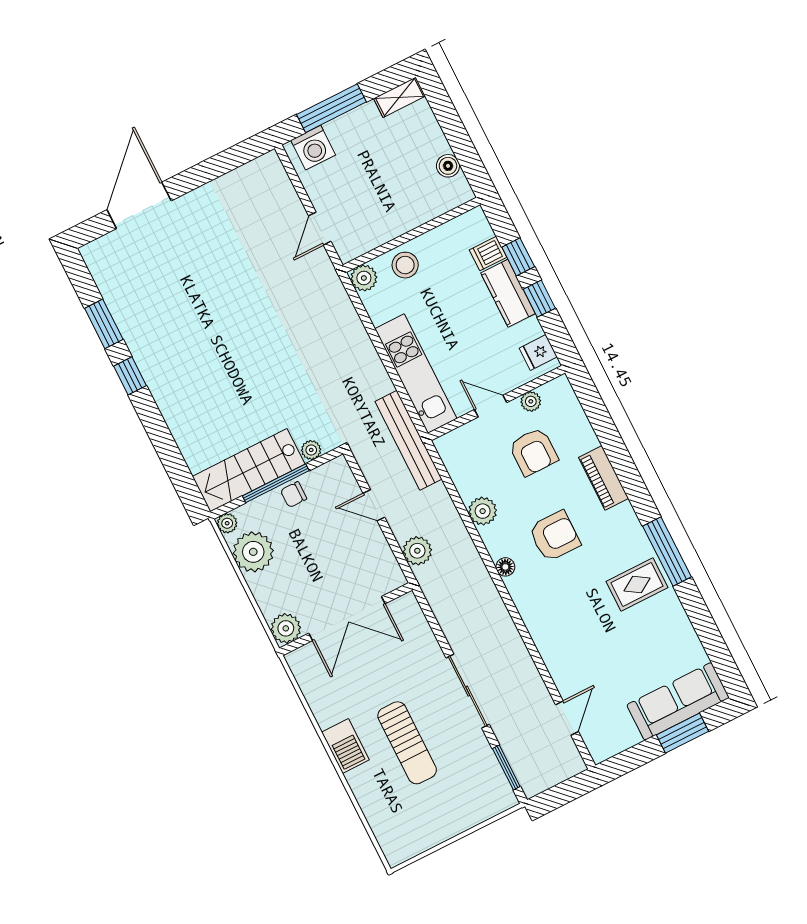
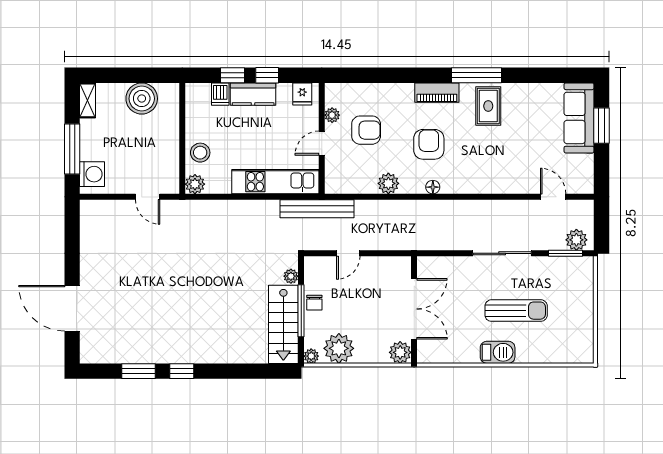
boiler: (448, 166) -> (142, 99), width x1.86, depth x1.86
piano: (604, 478) -> (437, 93), moved
plant: (417, 551) -> (576, 240), moved

